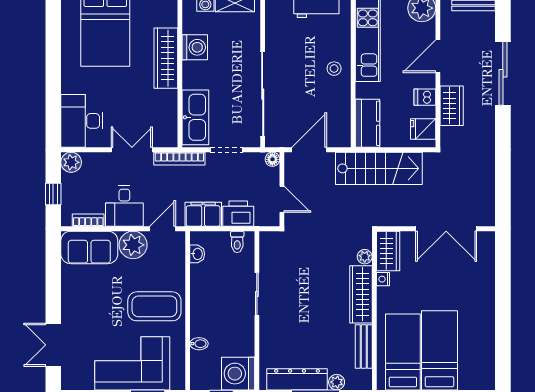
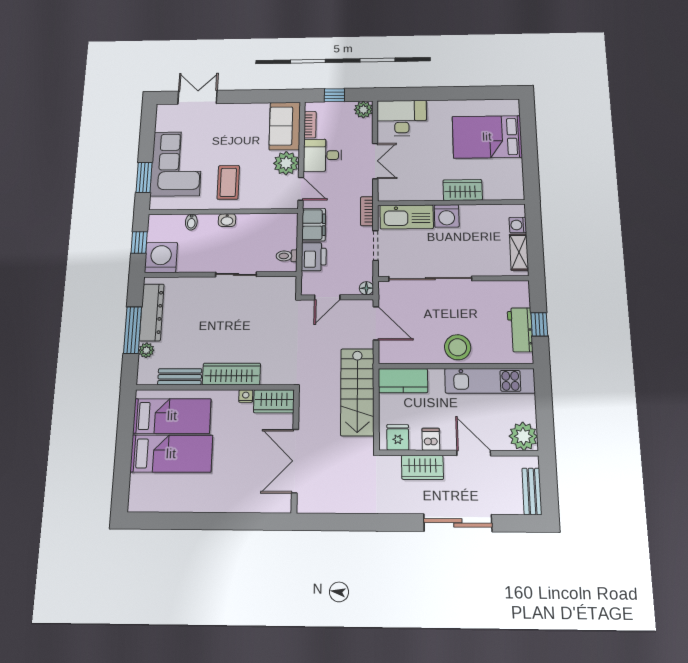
washing machine: (195, 47) -> (447, 216), moved
wardrobe: (166, 58) -> (463, 190), width x0.67
stool: (334, 69) -> (458, 347), width x1.89, depth x1.89
bookcase: (179, 159) -> (367, 211), width x0.64
washbasin: (197, 254) -> (227, 220), moved
plant: (365, 257) -> (269, 378), removed
coffee table: (154, 306) -> (228, 182), width x0.73, depth x0.76

